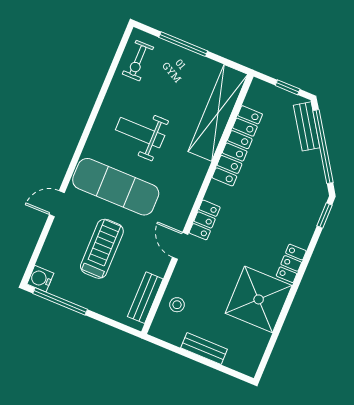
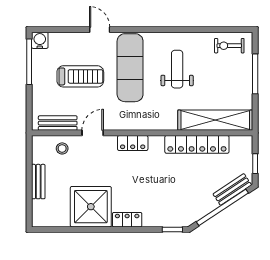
door: (180, 246) -> (93, 133), moved

